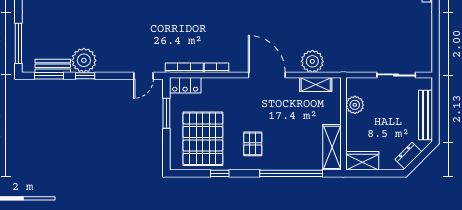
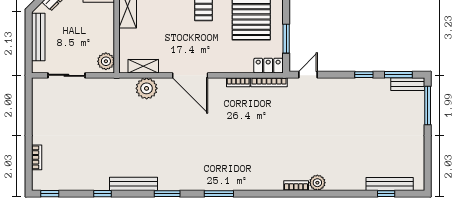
plant: (84, 60) -> (365, 89), removed
bench: (53, 66) -> (408, 84), moved
plant: (355, 105) -> (106, 61), moved

